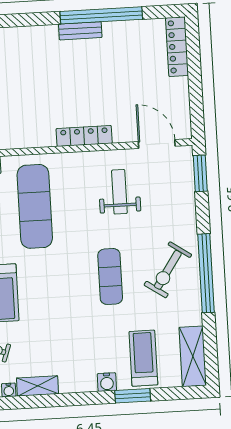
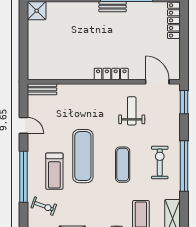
exercise mat: (35, 206) -> (83, 156), moved
exercise bike: (168, 270) -> (160, 162), turned 146

